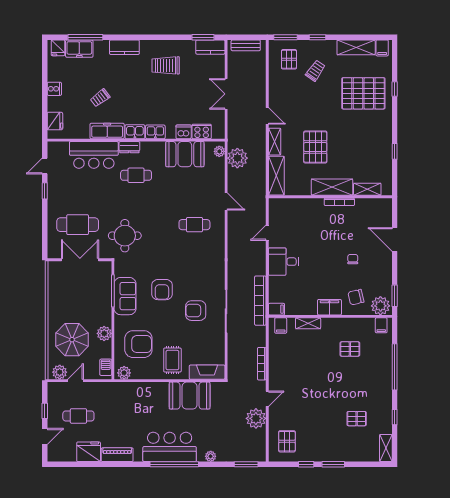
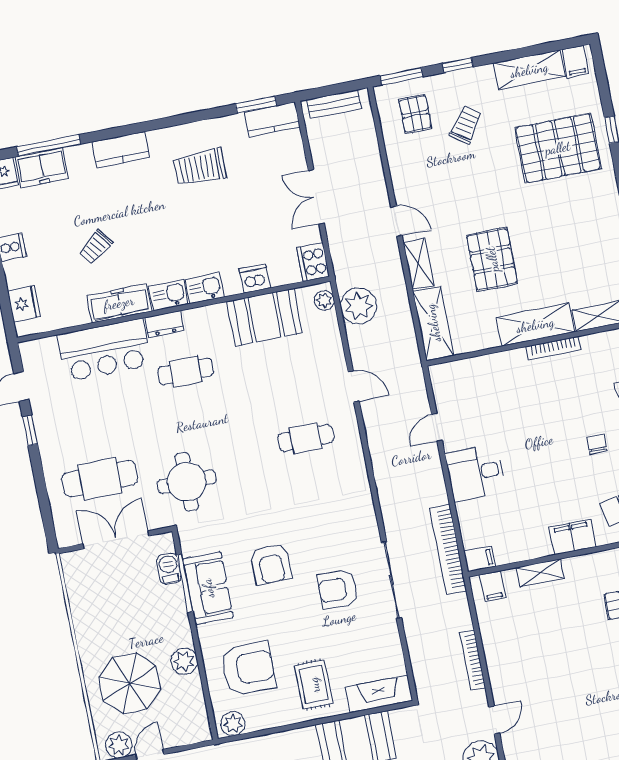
cooker: (202, 131) -> (313, 262), moved, turned -90
barbecue: (106, 367) -> (169, 569), moved

